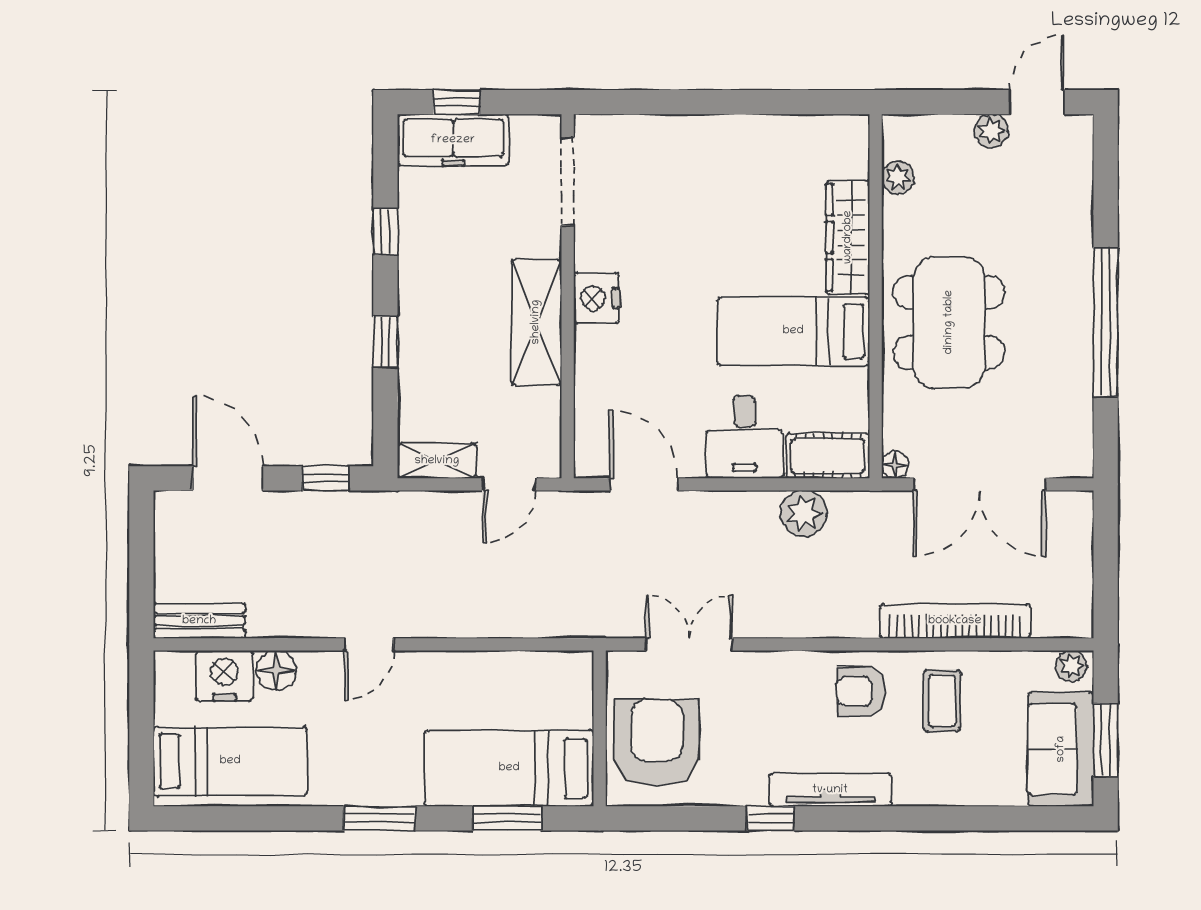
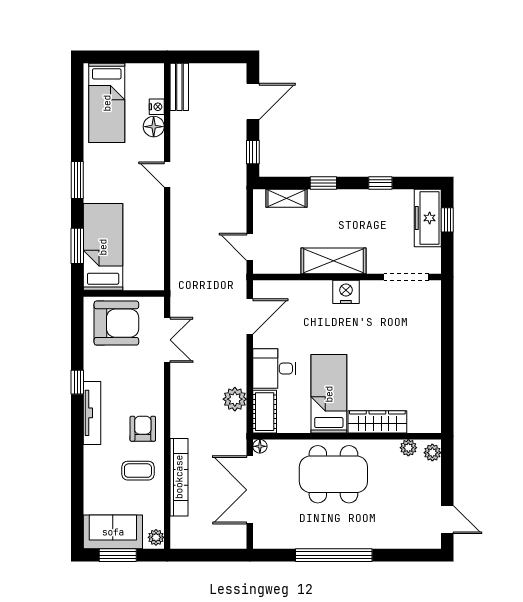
plant: (991, 131) -> (432, 453), moved
shelving: (437, 461) -> (286, 198), moved, turned 90
nightstand: (225, 676) -> (157, 107), width x0.53, depth x0.56

